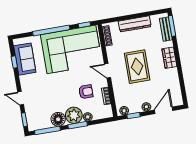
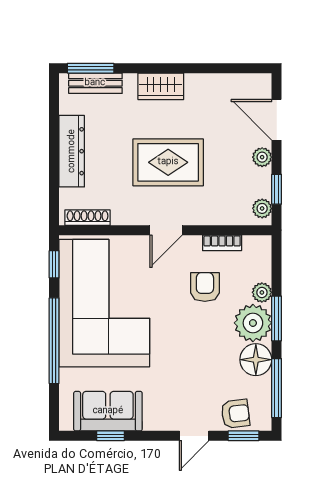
armchair: (33, 115) -> (235, 414), added

